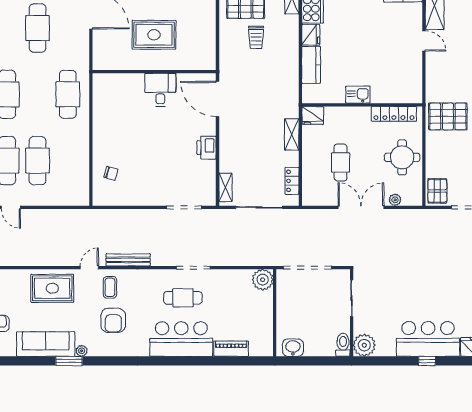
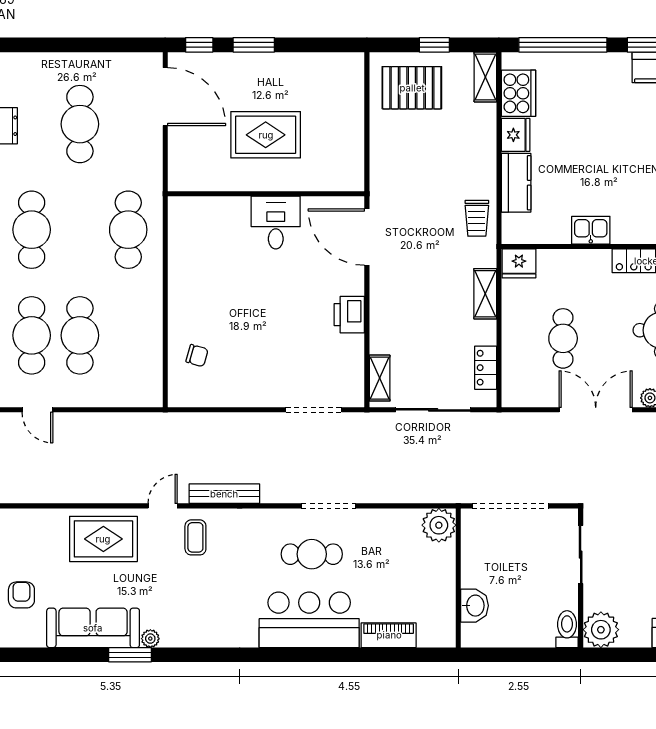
trolley: (256, 37) -> (477, 218), moved
armchair: (113, 320) -> (201, 590), removed
washbasin: (293, 348) -> (475, 606), moved, turned 90

